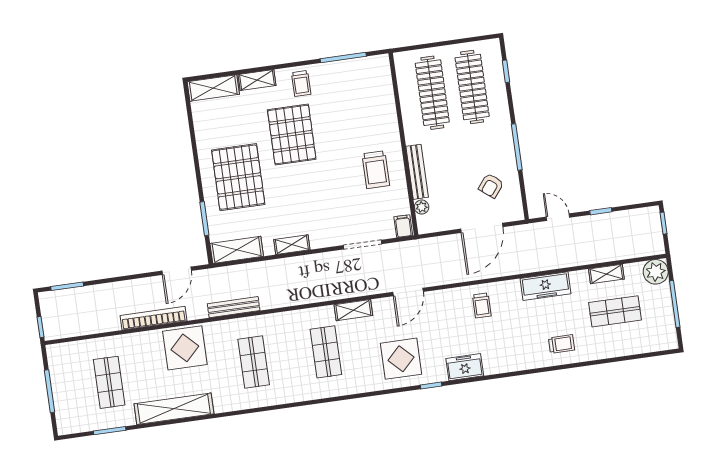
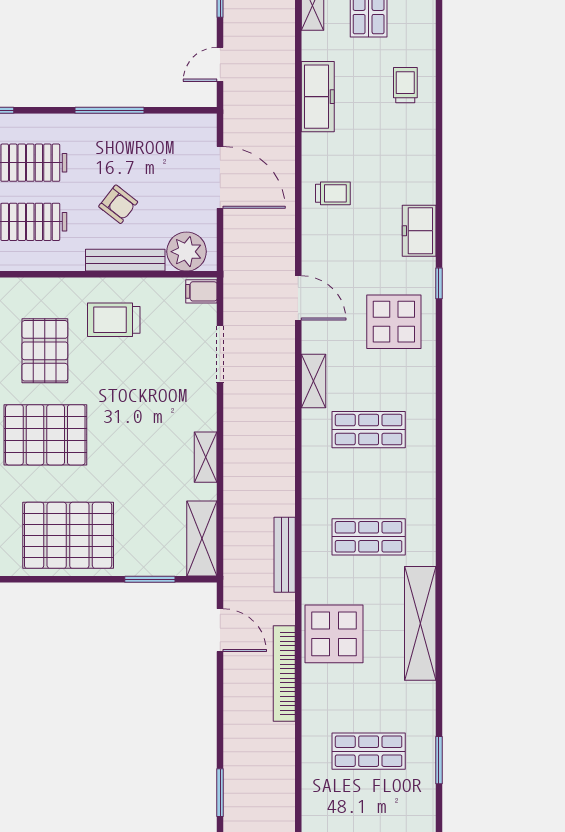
pallet: (348, 126) -> (45, 351), added
trolley: (376, 170) -> (114, 320), turned 180
pallet: (238, 177) -> (68, 535), moved
armchair: (491, 186) -> (118, 204), moved
plant: (422, 207) -> (187, 252), width x1.88, depth x1.88
shelving: (174, 409) -> (420, 623), moved

